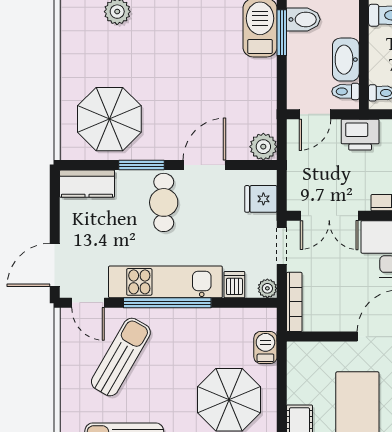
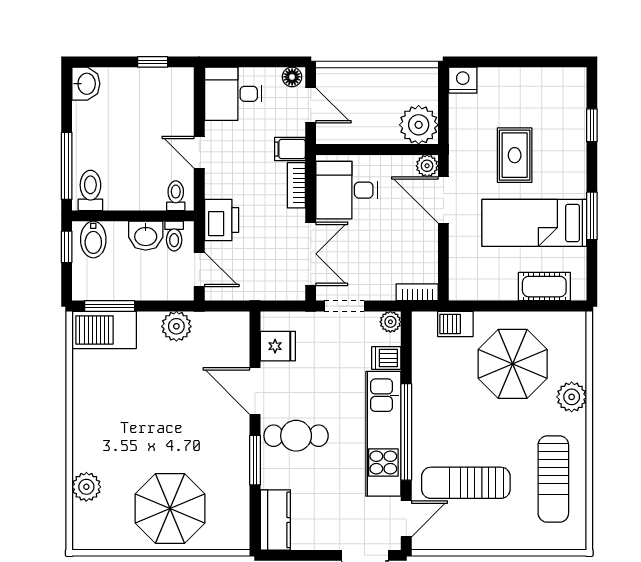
bidet: (303, 19) -> (93, 240), moved, turned 180
washbasin: (346, 60) -> (146, 236), width x0.72
parasol: (109, 119) -> (170, 509), moved
plant: (263, 147) -> (176, 326), moved
fridge: (261, 199) -> (278, 346), moved, turned -90
bookcase: (294, 302) -> (417, 292), width x0.64
sun lounger: (121, 357) -> (466, 483), turned -30

